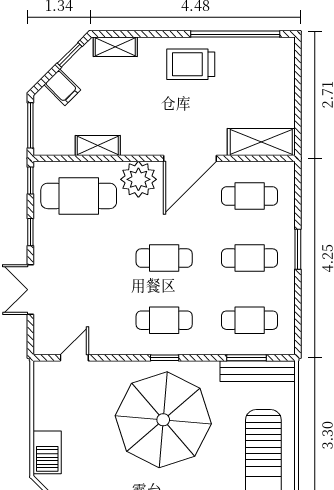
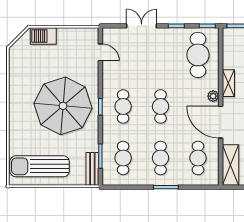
shelving: (98, 145) -> (228, 83), moved
plant: (138, 179) -> (213, 96), width x0.53, depth x0.53
bench: (258, 371) -> (92, 169), width x0.73

